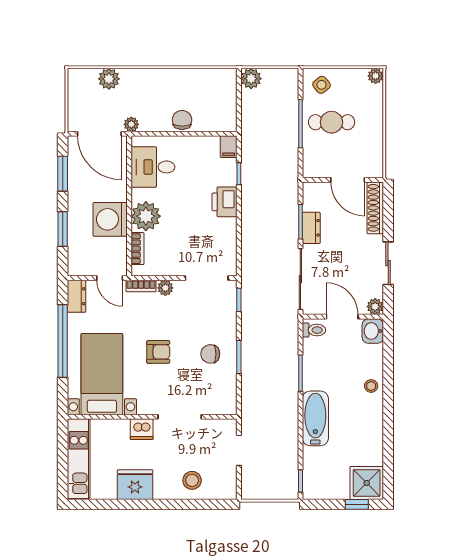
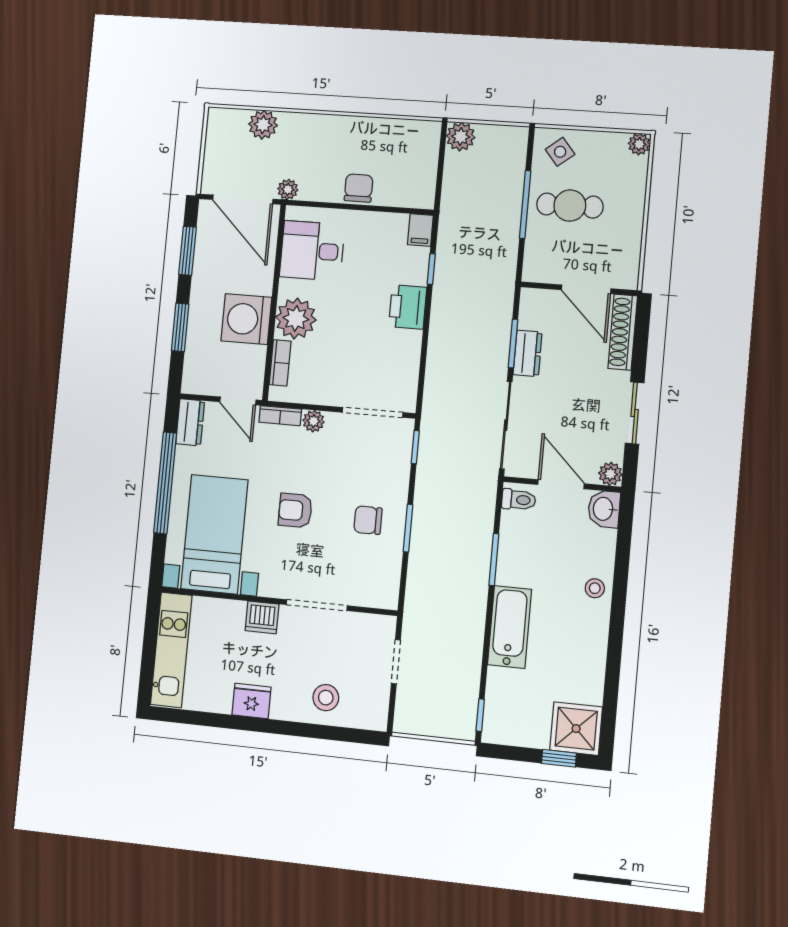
armchair: (158, 352) -> (295, 510), turned 180
fridge: (135, 485) -> (252, 701), width x0.73, depth x0.75

